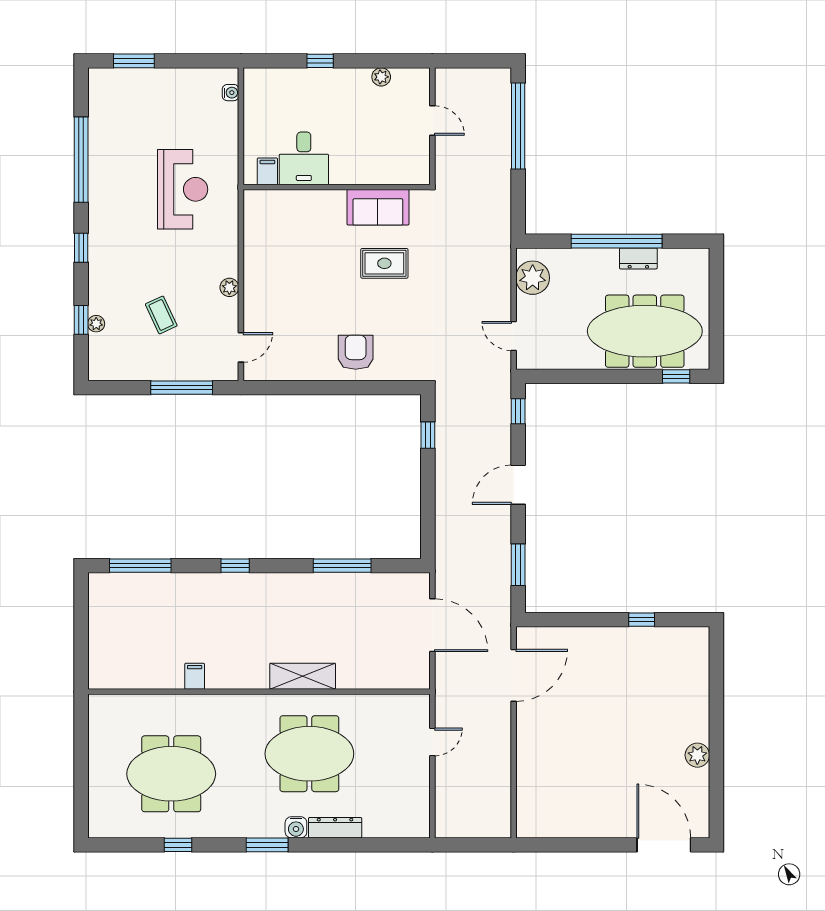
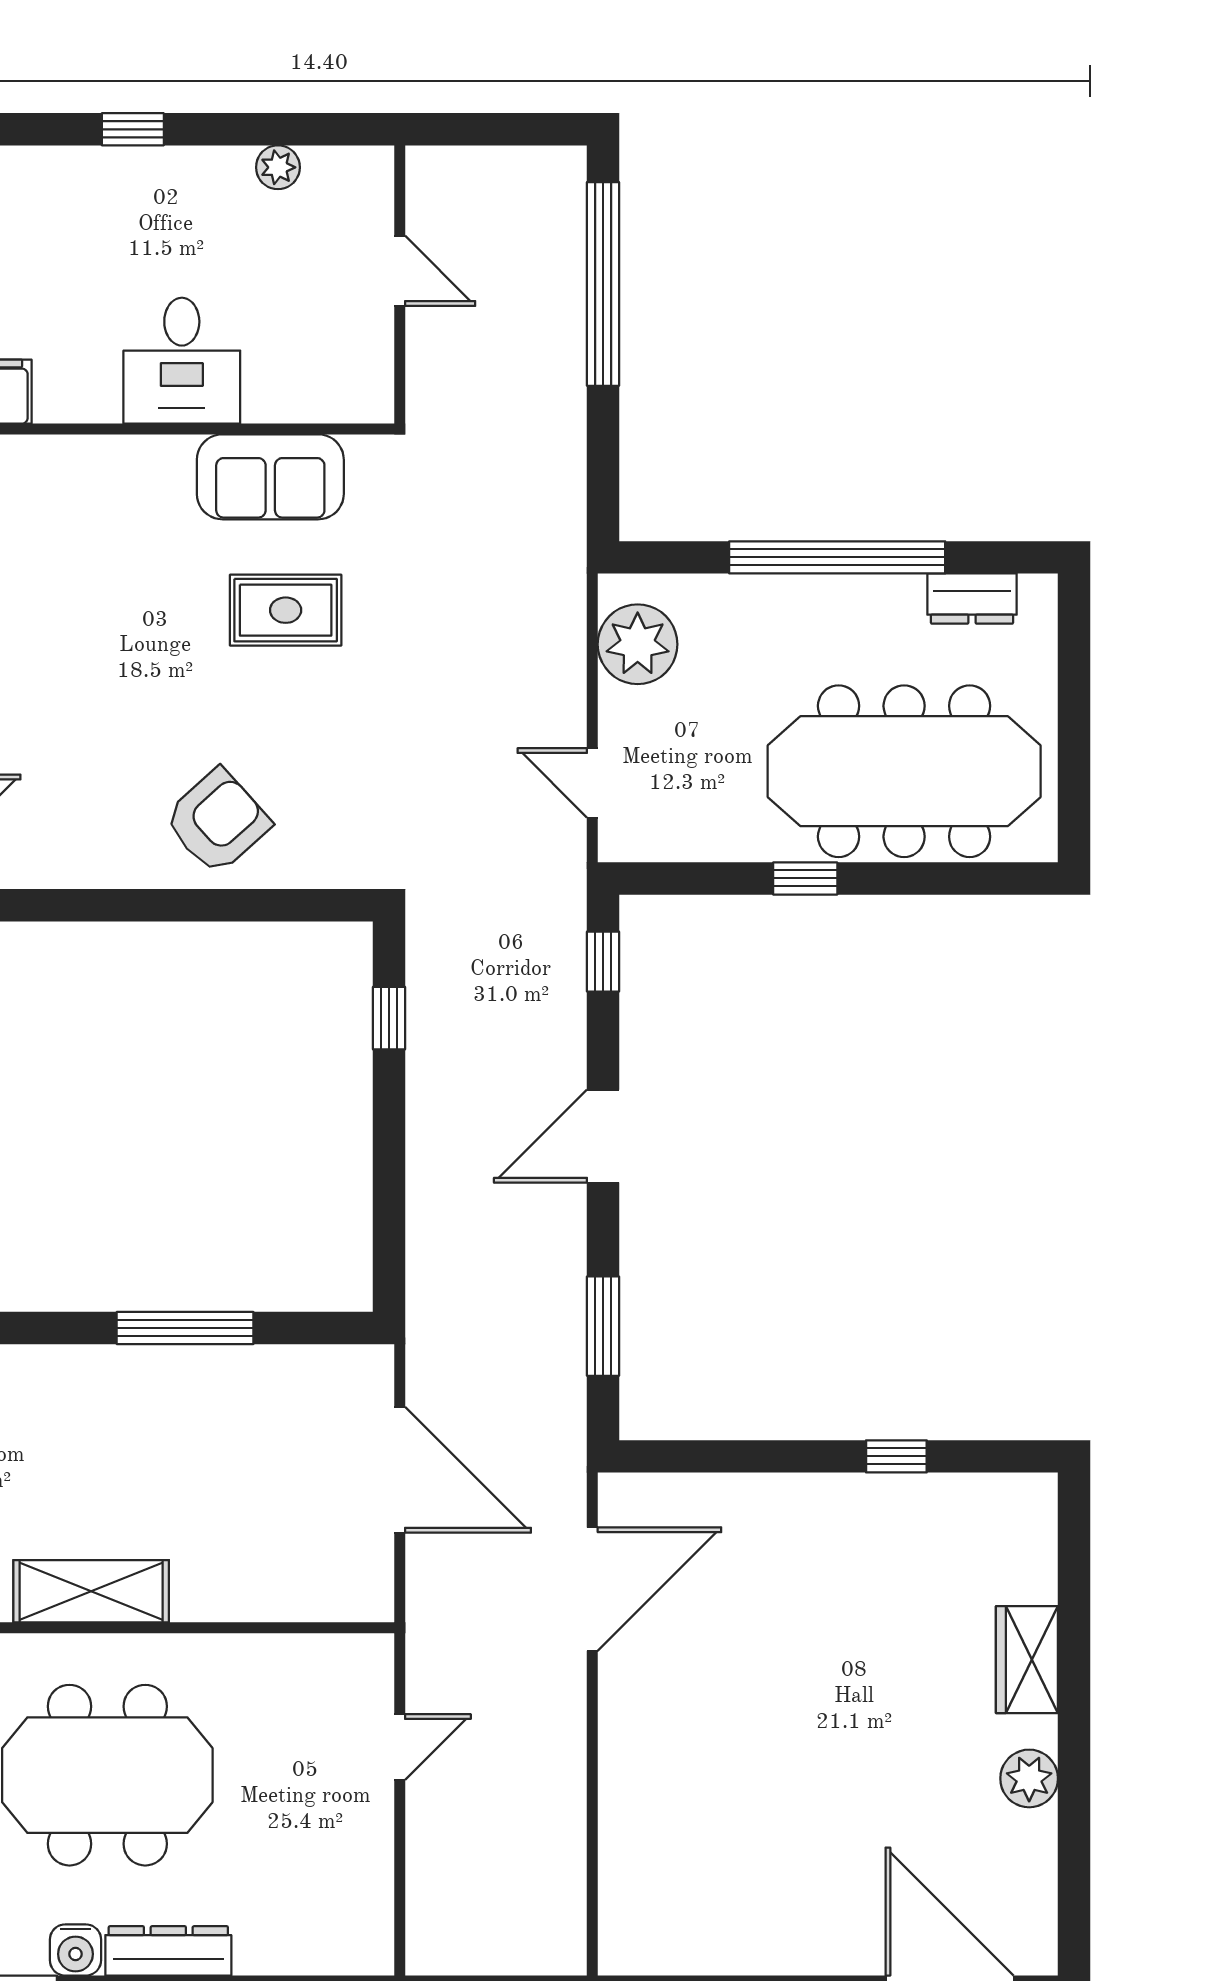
desk: (304, 158) -> (182, 361), moved
dresser: (638, 258) -> (972, 599), moved
armchair: (356, 352) -> (217, 821), turned 48
window: (676, 376) -> (805, 878), moved
wardrobe: (696, 705) -> (1027, 1660), added

